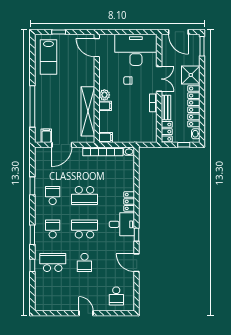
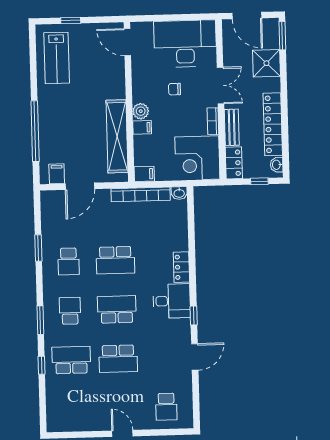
shower: (191, 75) -> (266, 63), moved
corner desk: (142, 128) -> (197, 158), added
school desk: (53, 196) -> (69, 261), turned 180
school desk: (84, 262) -> (118, 359), width x1.85
door: (137, 263) -> (195, 357), swing flipped

